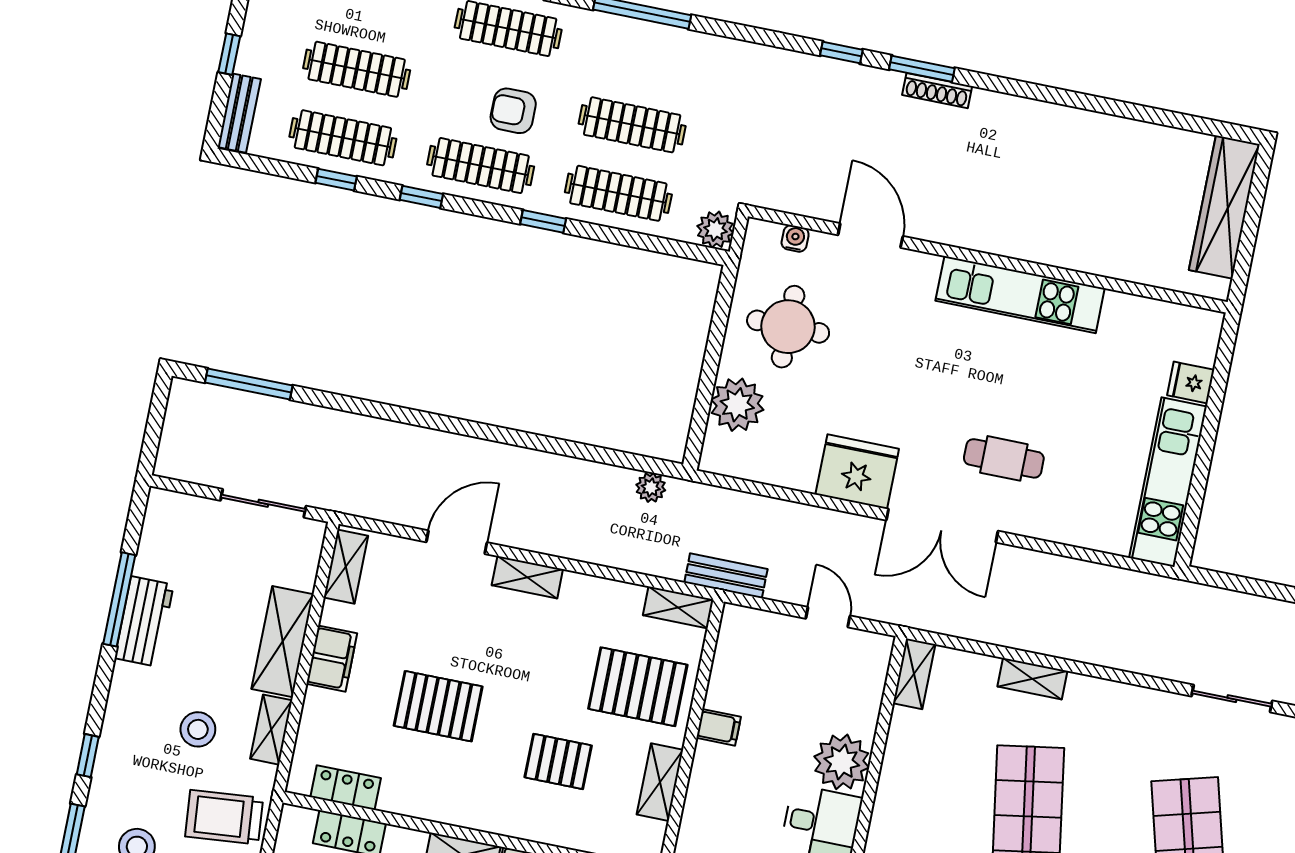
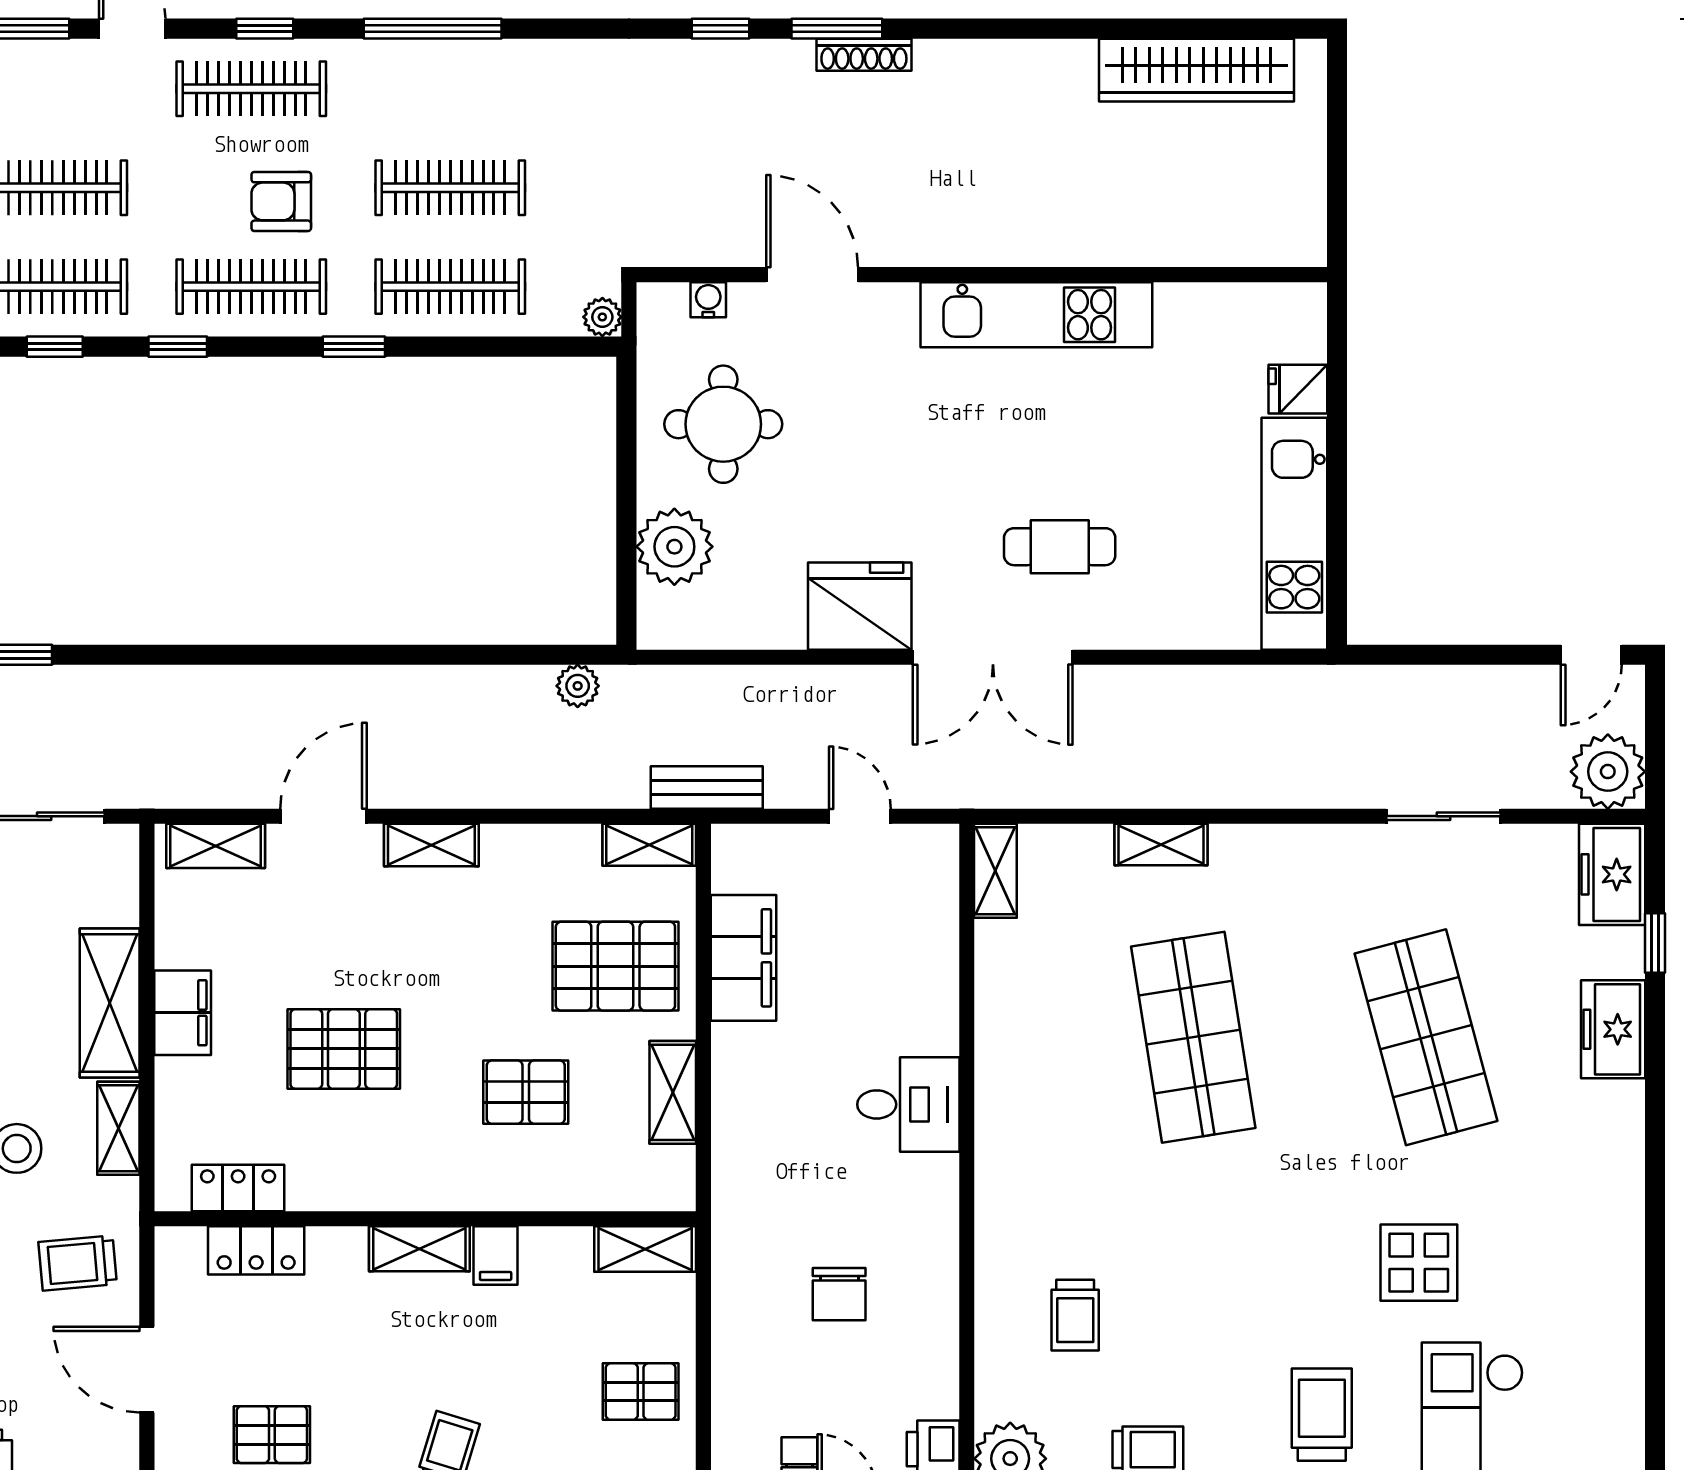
wardrobe: (1224, 207) -> (1196, 70), moved, turned -90
plant: (715, 230) -> (602, 317), width x0.73, depth x0.73
shelving: (346, 567) -> (216, 846), moved, turned 90
filing cabinet: (719, 727) -> (744, 958), width x3.00, depth x1.17
plant: (842, 762) -> (920, 1013), removed
trolley: (224, 817) -> (78, 1263), width x0.73, depth x0.72

